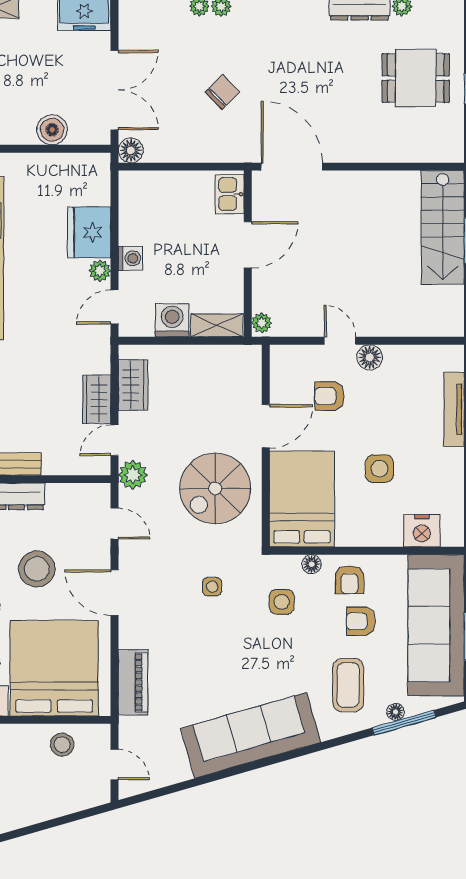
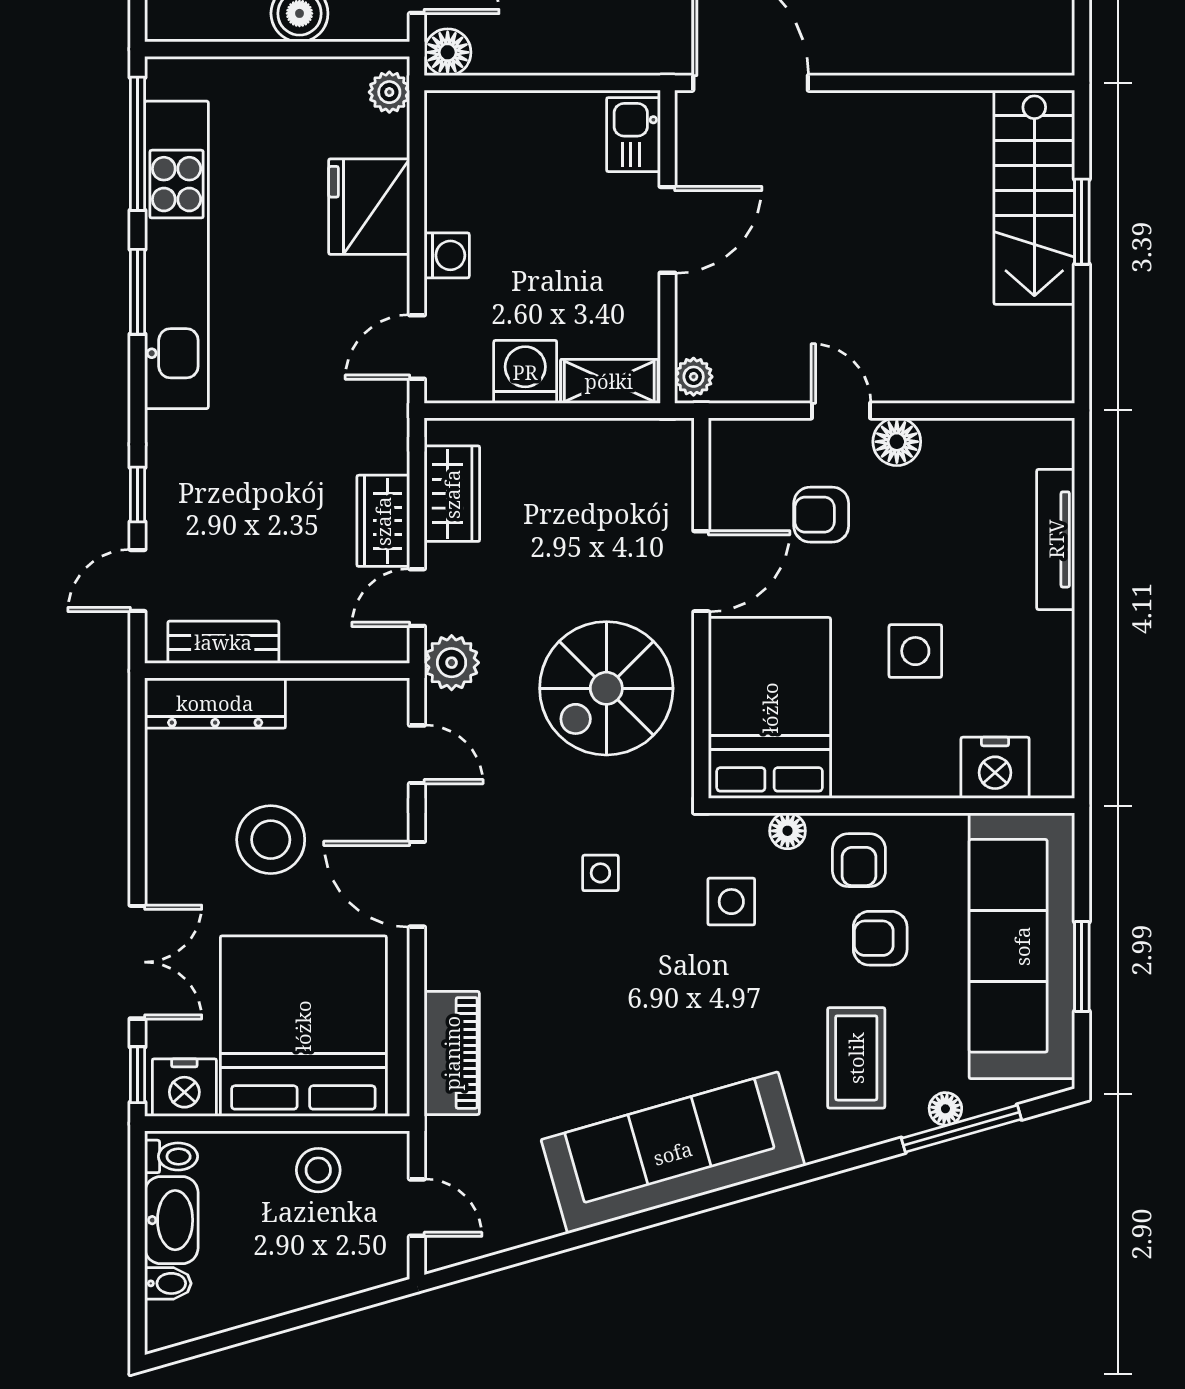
plant: (100, 271) -> (389, 92), moved

